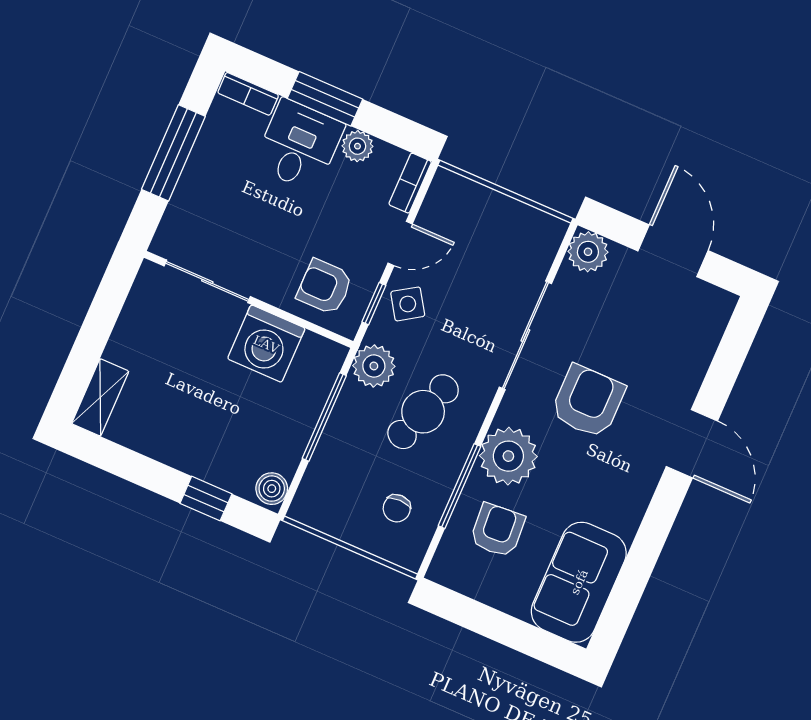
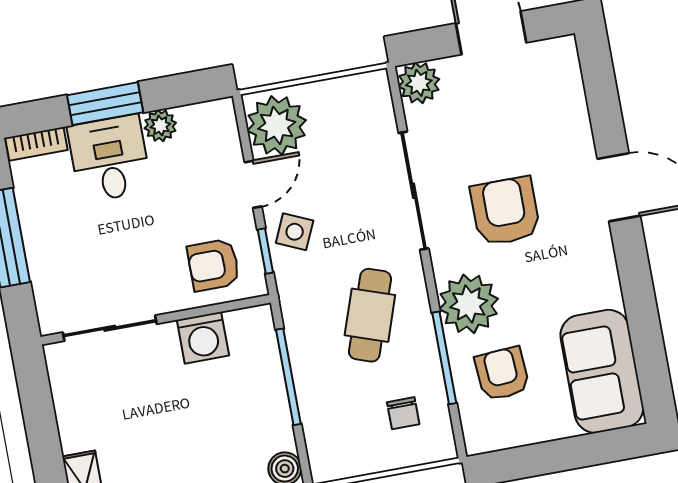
bookcase: (410, 183) -> (227, 127), removed
side table: (408, 304) -> (295, 232), turned -33
washing machine: (266, 344) -> (203, 338), width x0.73, depth x0.73
plant: (374, 366) -> (277, 125), moved, width x1.36, depth x1.36

